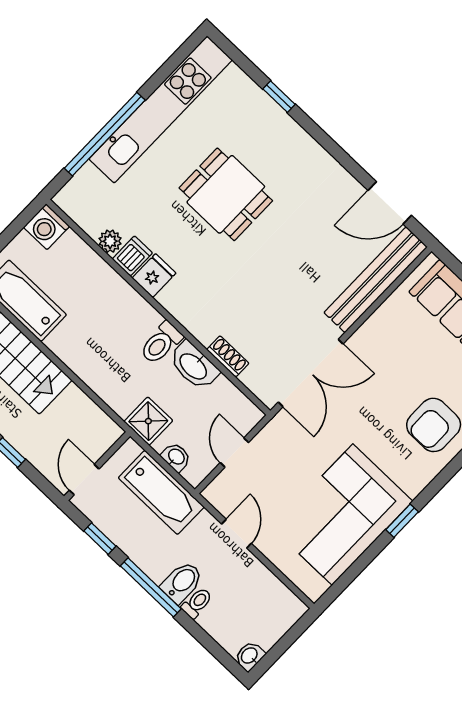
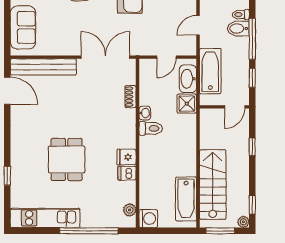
kitchen unit: (161, 109) -> (45, 218), width x0.73
plant: (110, 241) -> (130, 210), moved
washbasin: (194, 366) -> (145, 113), width x0.52, depth x0.69
washbasin: (176, 457) -> (188, 79), width x1.91, depth x1.45

